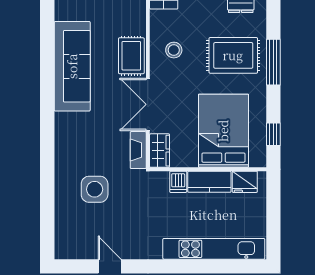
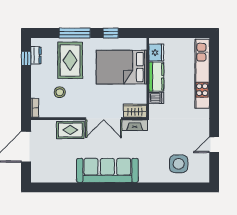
stool: (174, 50) -> (60, 92), moved
sofa: (72, 66) -> (107, 170), moved
window: (273, 134) -> (111, 33), moved
side table: (95, 189) -> (179, 164), moved

